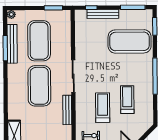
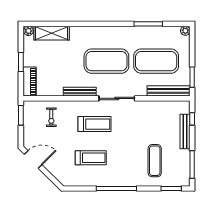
exercise mat: (130, 41) -> (155, 161), width x0.50, depth x0.69
bench: (12, 44) -> (169, 91), moved
treadmill: (103, 108) -> (94, 124), moved

